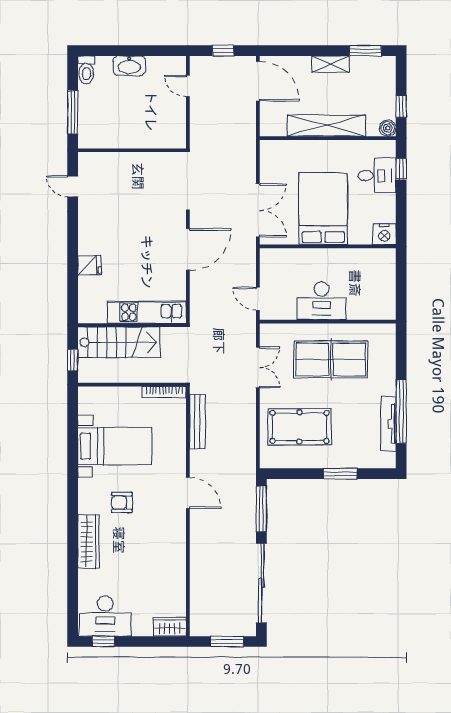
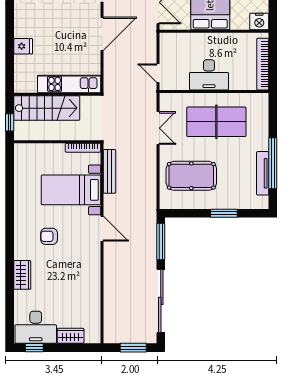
bookcase: (389, 287) -> (263, 64), added
bed with nightstands: (115, 446) -> (71, 190), moved, turned 180
wardrobe: (88, 542) -> (22, 275), width x0.67
wardrobe: (170, 627) -> (71, 336), moved

